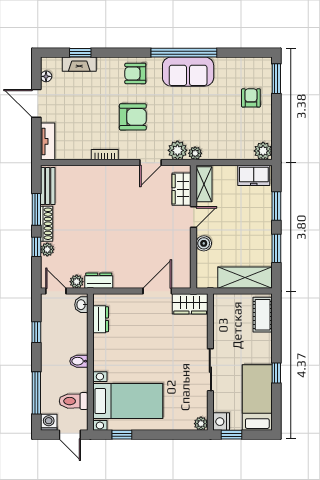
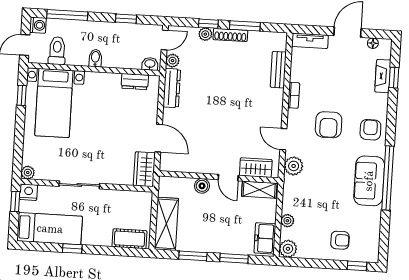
window: (276, 79) -> (357, 266), width x0.67
plant: (195, 153) -> (287, 221), moved
bench: (48, 186) -> (278, 70), moved, turned 90
dresser: (99, 281) -> (172, 88), width x1.44

